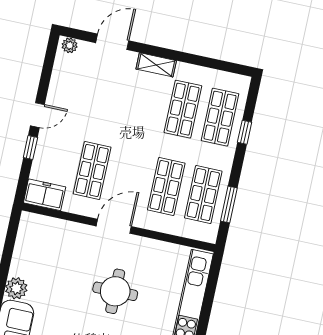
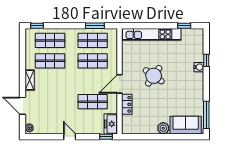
window: (245, 132) -> (37, 26), moved
window: (30, 148) -> (106, 137), moved
door: (114, 226) -> (120, 84), hinge flipped
locker: (74, 231) -> (127, 104), added
round table: (115, 291) -> (154, 76), turned 35

